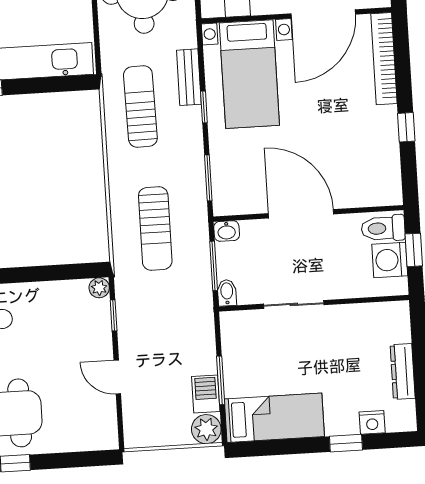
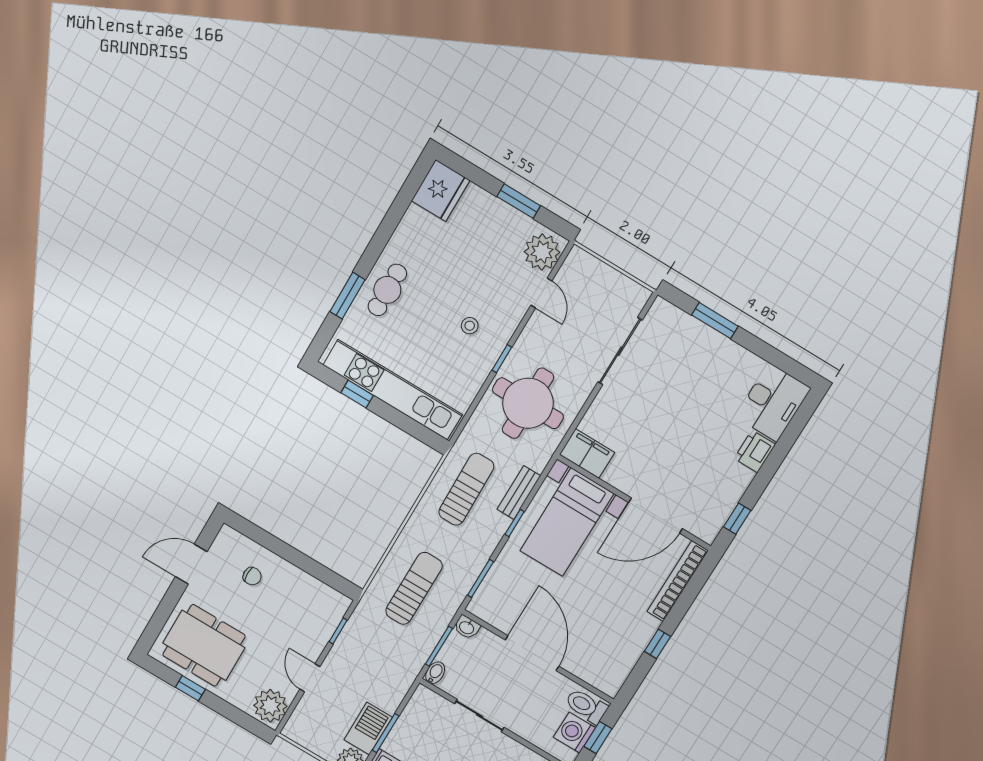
sun lounger: (155, 229) -> (414, 588), turned 180
plant: (99, 288) -> (270, 706), moved, width x1.88, depth x1.88
barbecue: (206, 394) -> (368, 729), width x1.38, depth x1.27

